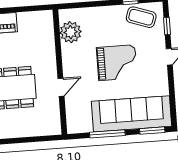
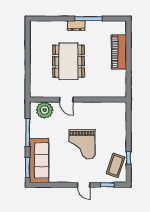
plant: (71, 32) -> (45, 110), moved
sofa: (132, 114) -> (39, 160), width x0.74, depth x0.79

